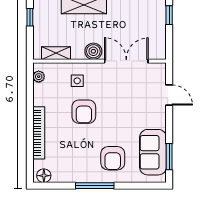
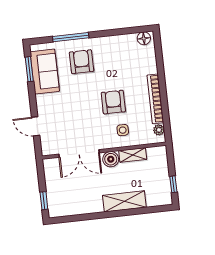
shelving: (56, 53) -> (133, 155), moved
bookcase: (39, 133) -> (155, 99), moved
window: (95, 186) -> (71, 37), moved

